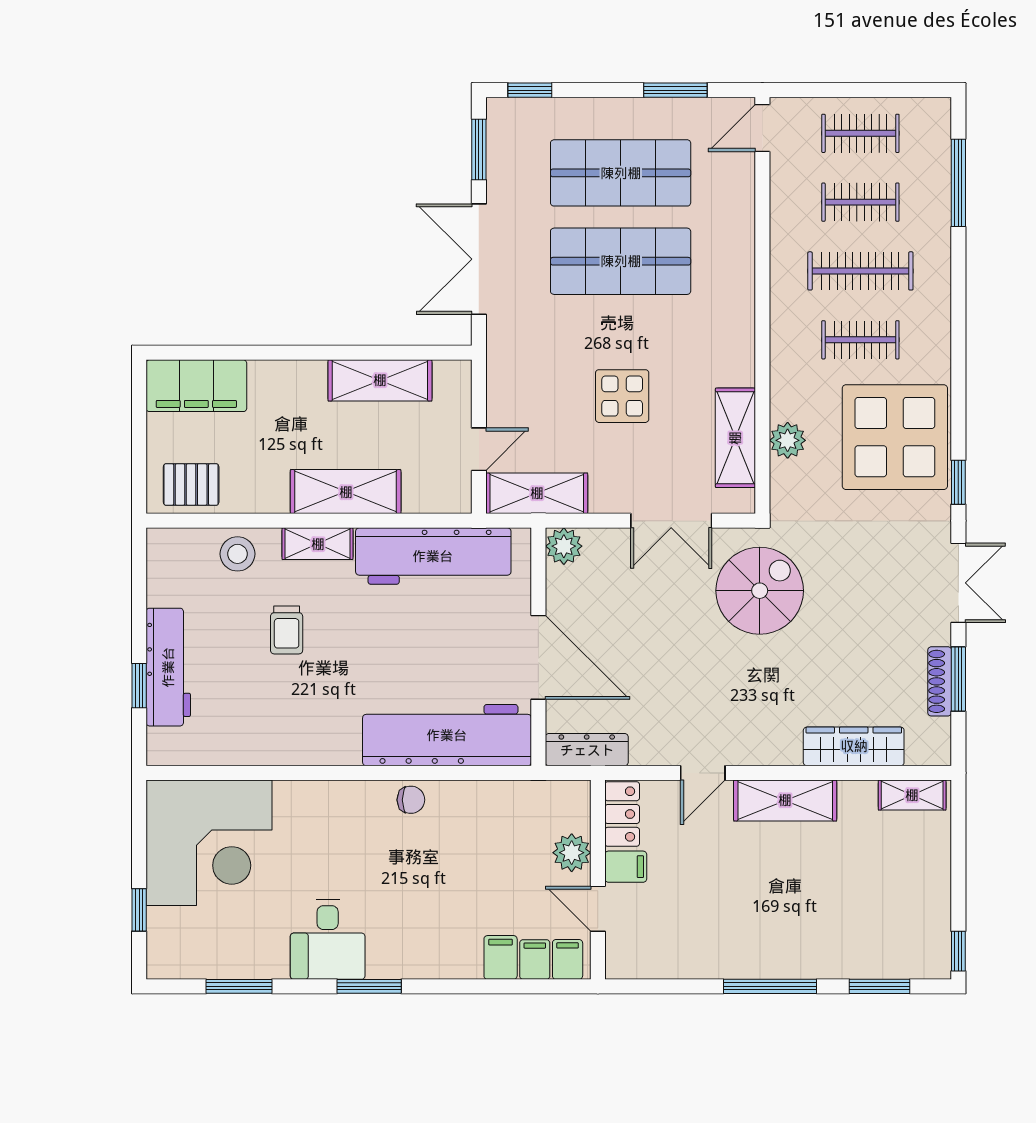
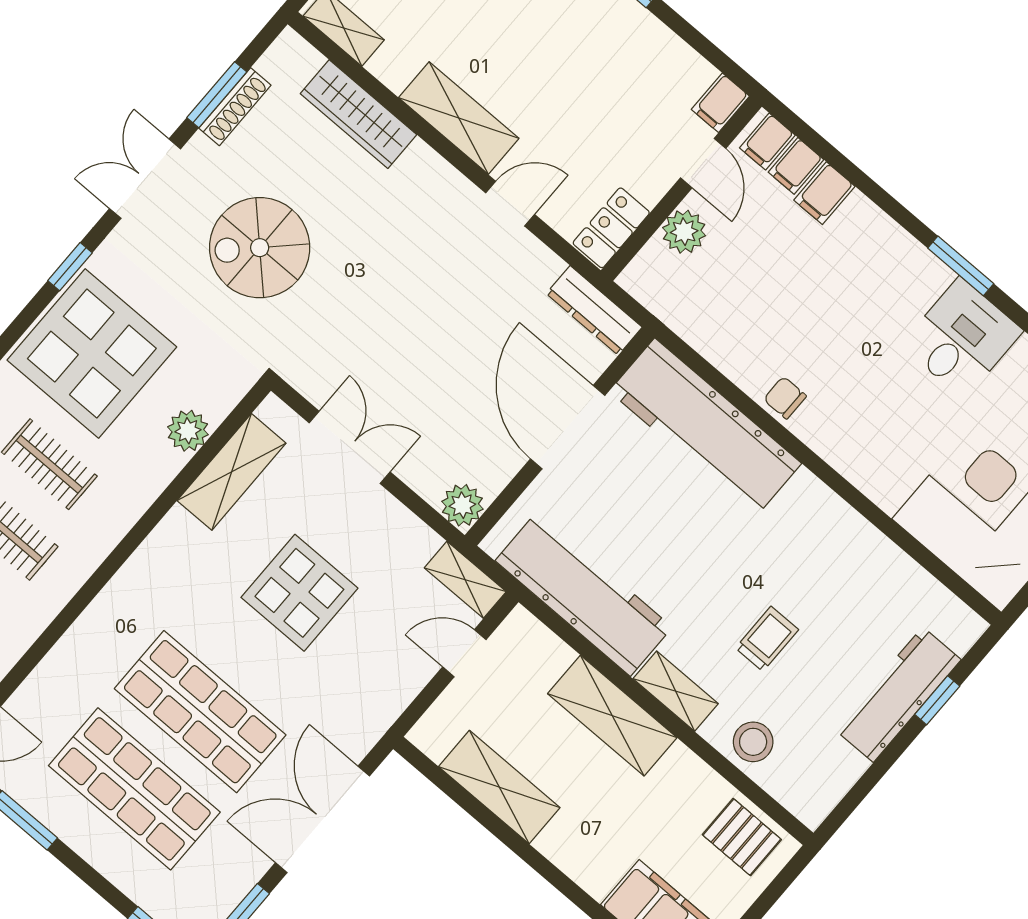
double door: (479, 259) -> (323, 819), swing flipped
display table: (622, 396) -> (299, 593), width x1.36, depth x1.36
shelving: (537, 493) -> (465, 580), width x0.67, depth x0.75
spiral stairs: (760, 591) -> (260, 248), moved
filing cabinet: (626, 867) -> (720, 103), moved, turned -90

